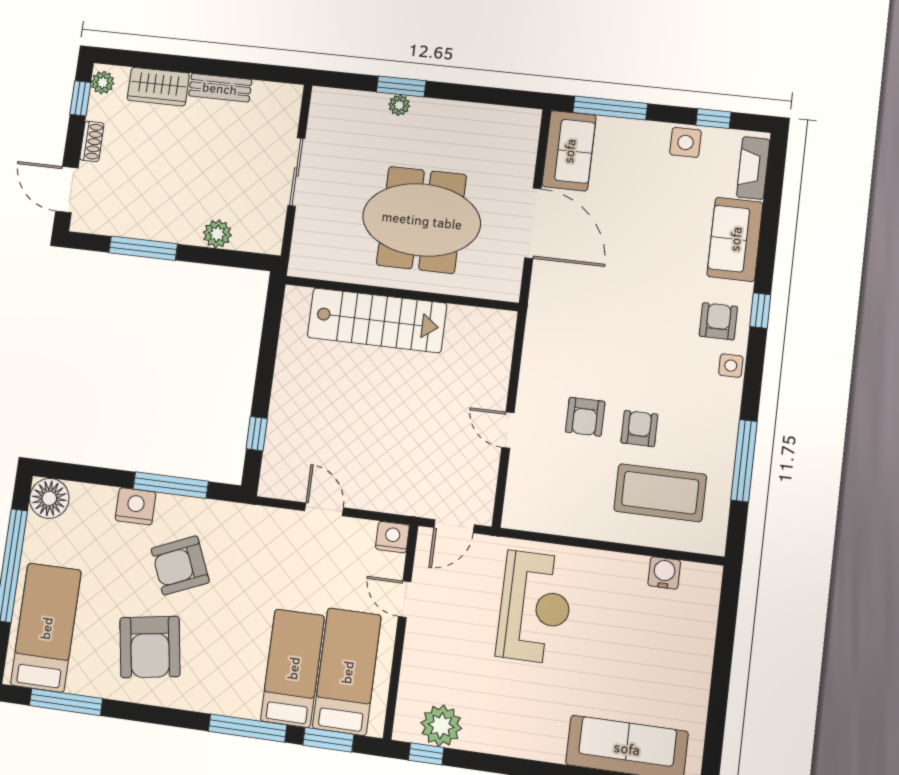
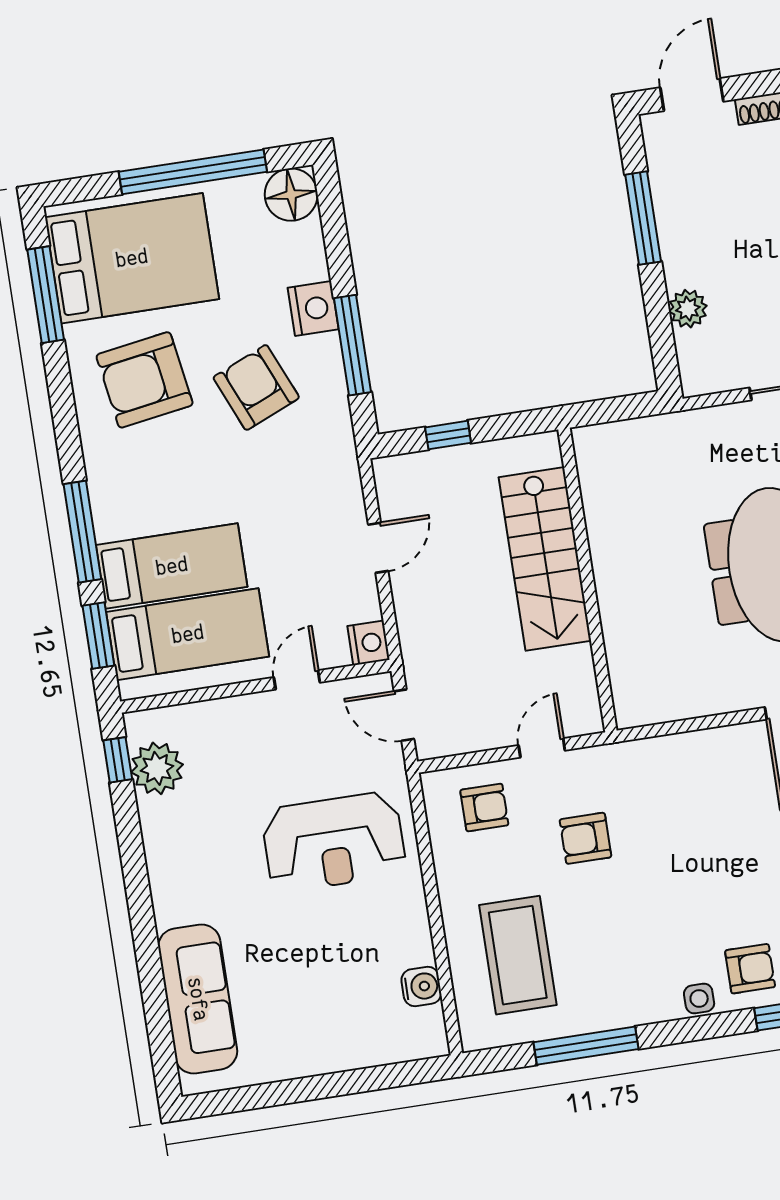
wall: (401, 294) -> (587, 580), moved
stairs: (377, 320) -> (545, 559), moved
armchair: (639, 429) -> (484, 808), moved
bed: (46, 628) -> (132, 258), width x1.50

